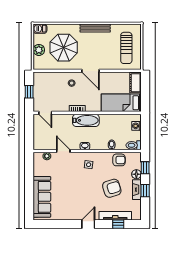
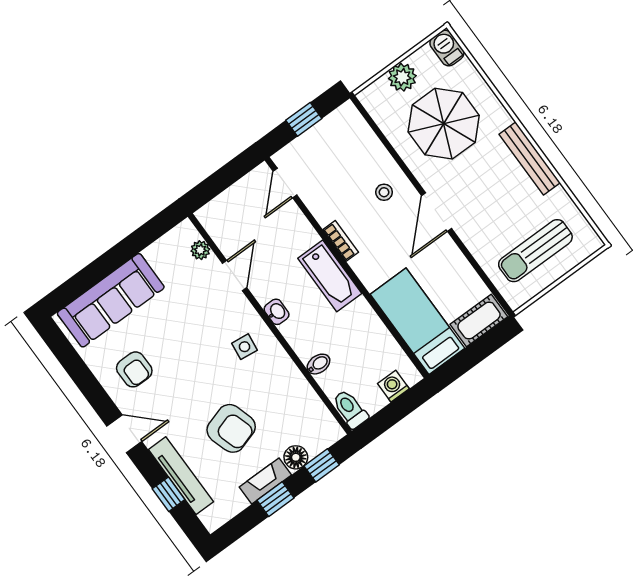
armchair: (119, 160) -> (134, 369), moved

